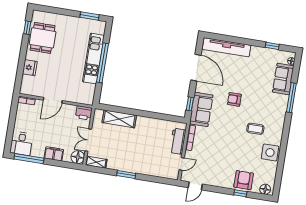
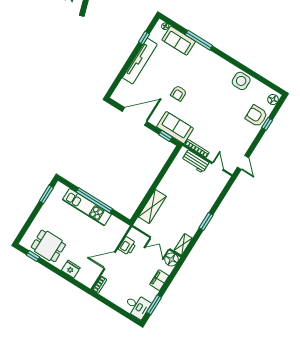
tv unit: (226, 47) -> (140, 61), moved
door: (53, 100) -> (110, 260), swing flipped
printer: (84, 113) -> (127, 246), moved
coffee table: (255, 129) -> (214, 85), removed
window: (29, 159) -> (154, 305), width x0.69

